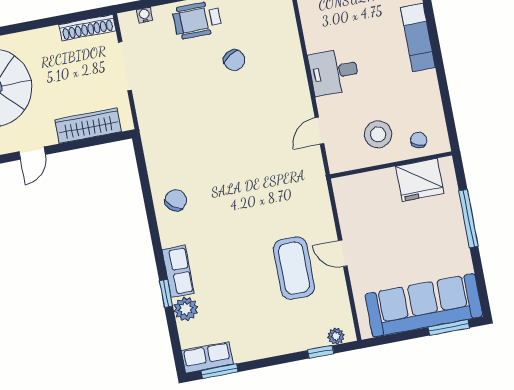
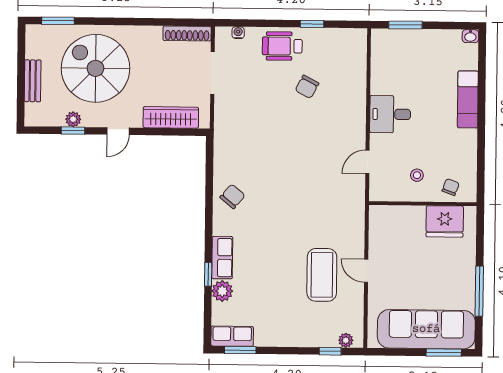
chair: (234, 60) -> (307, 87), turned 58
stool: (378, 134) -> (417, 175), width x0.53, depth x0.53
window: (468, 219) -> (479, 291), moved

